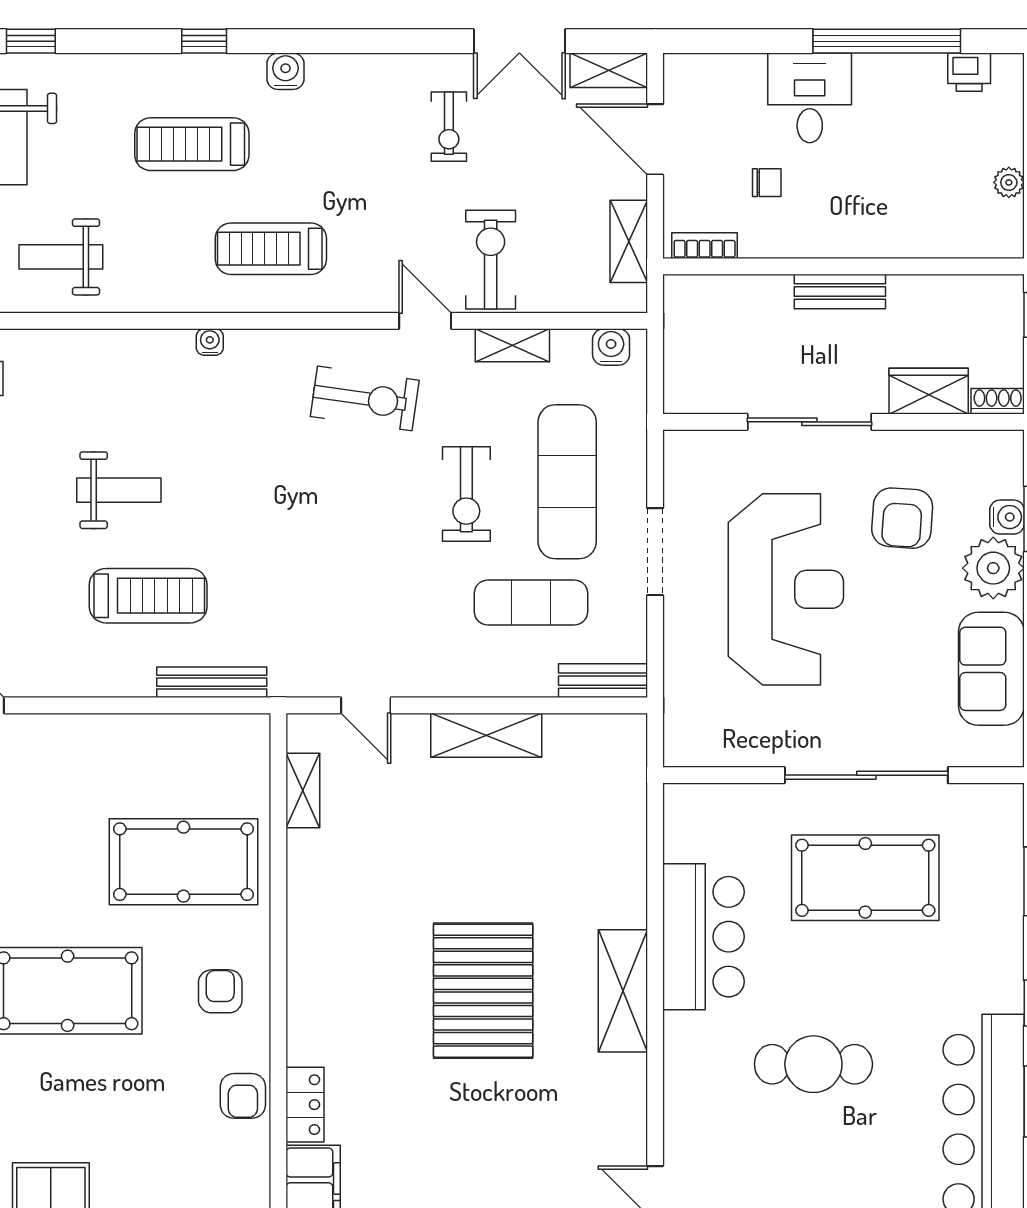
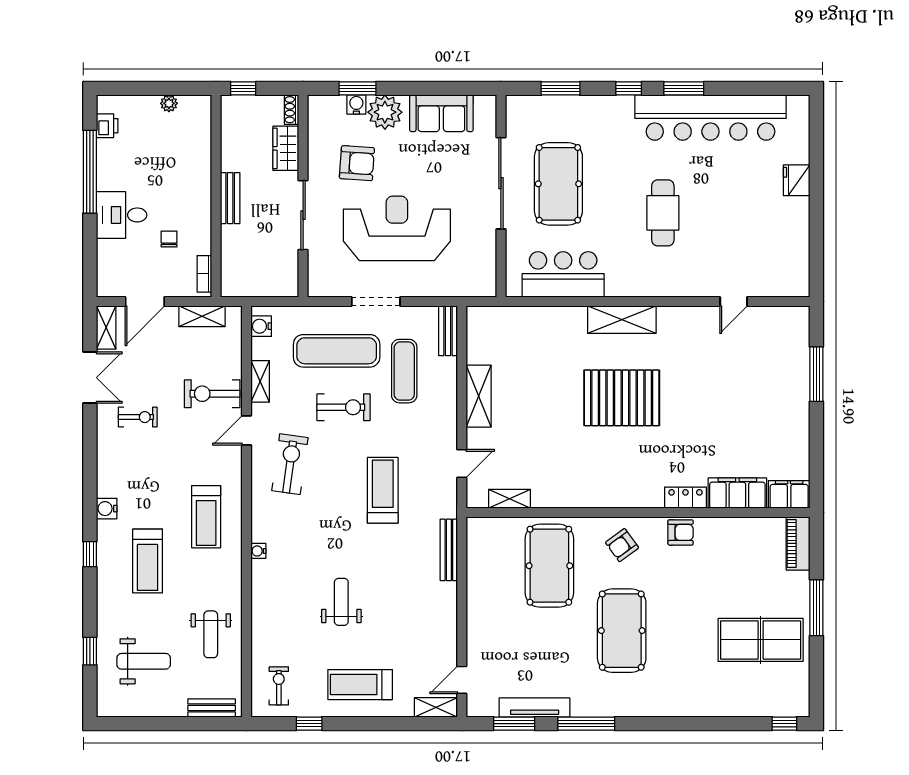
treadmill: (148, 596) -> (383, 490), moved
bar counter: (703, 937) -> (563, 274), moved
armchair: (220, 991) -> (622, 545), turned -36

